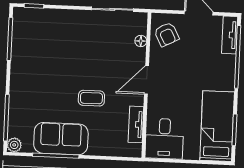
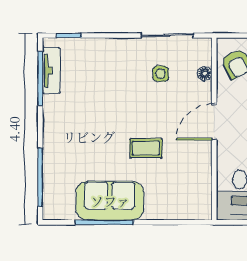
side table: (106, 39) -> (161, 74), added
tv unit: (136, 124) -> (51, 71), moved, turned 180
plant: (14, 145) -> (52, 211), removed

